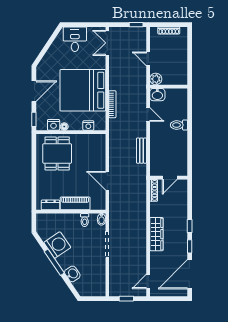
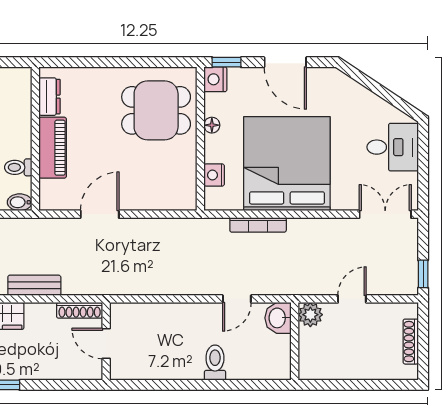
nightstand: (54, 125) -> (215, 79), moved
bench: (142, 151) -> (34, 285), moved

